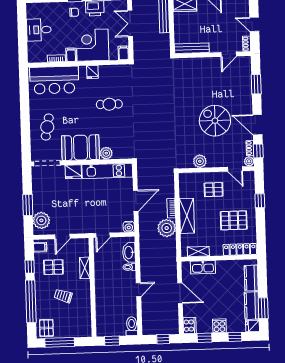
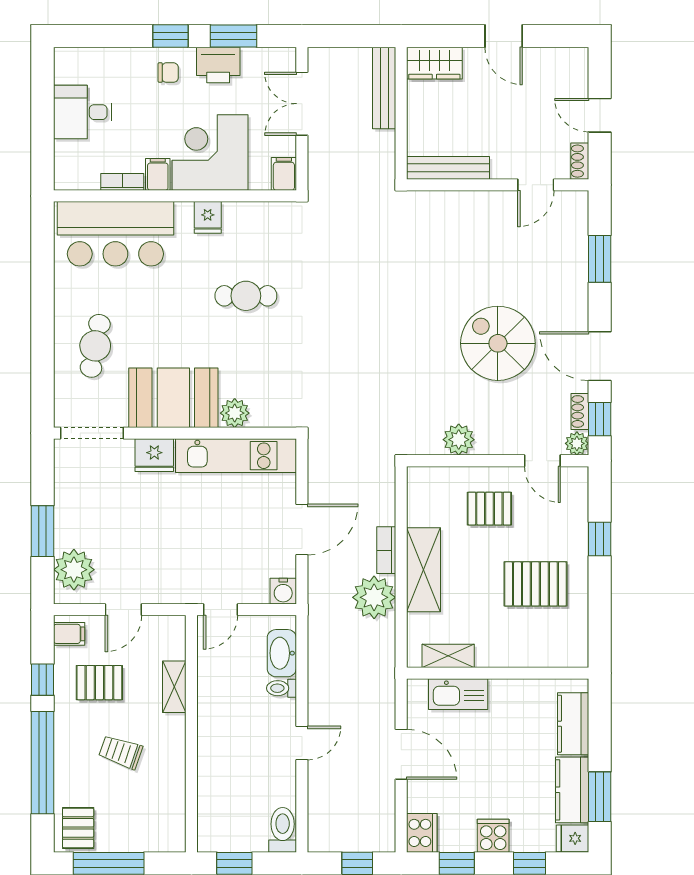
locker: (240, 249) -> (548, 654), removed

